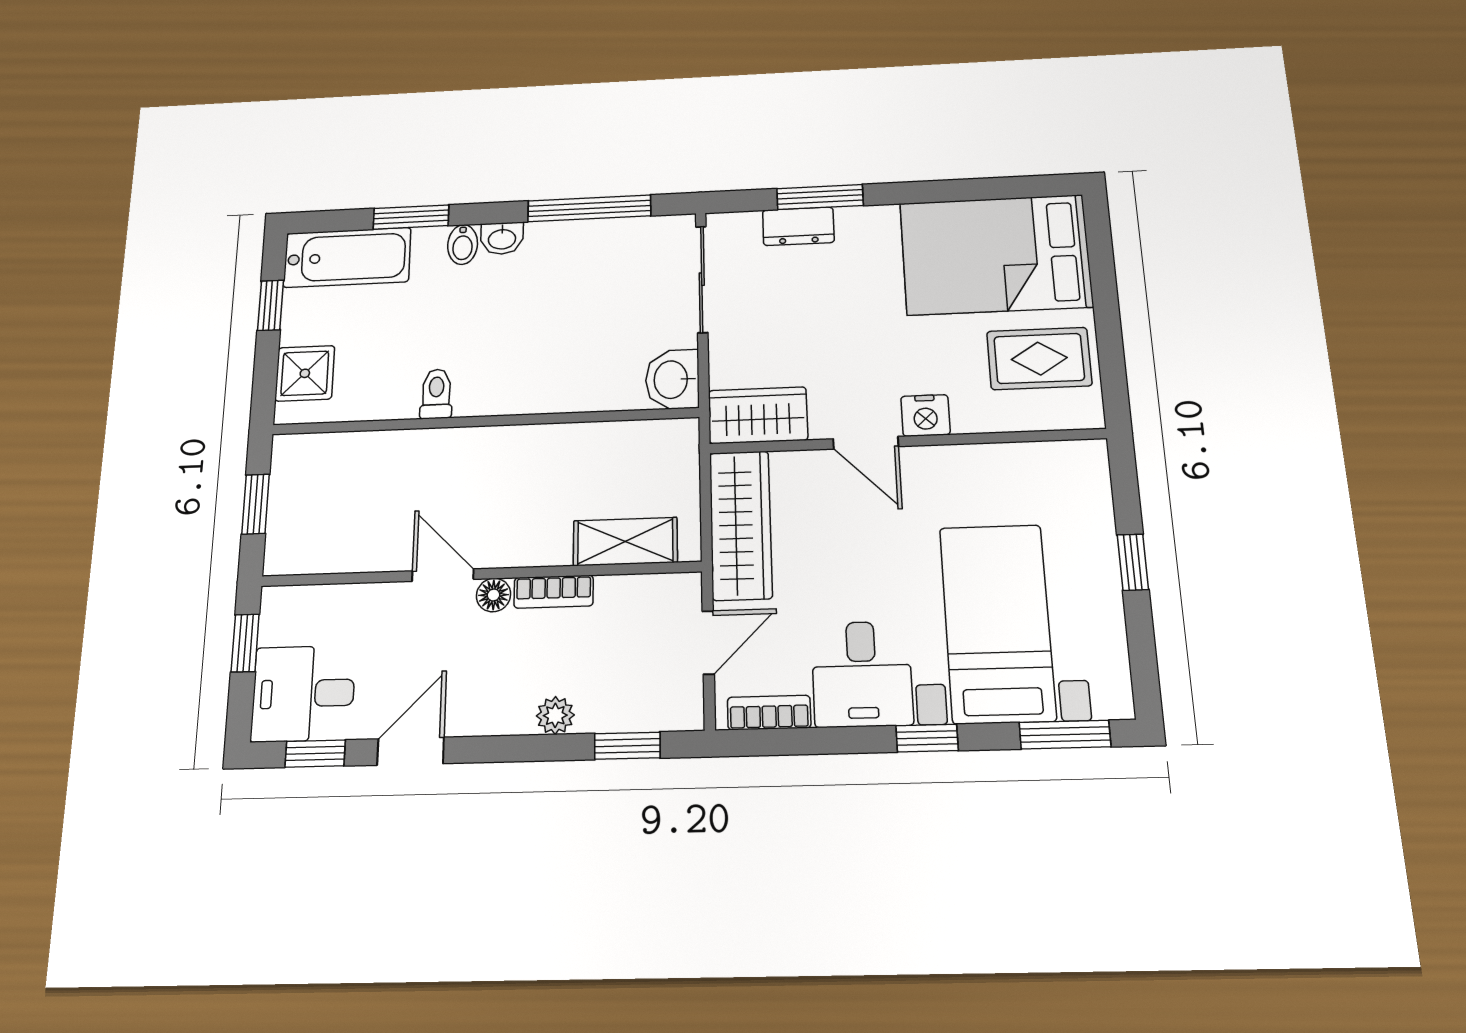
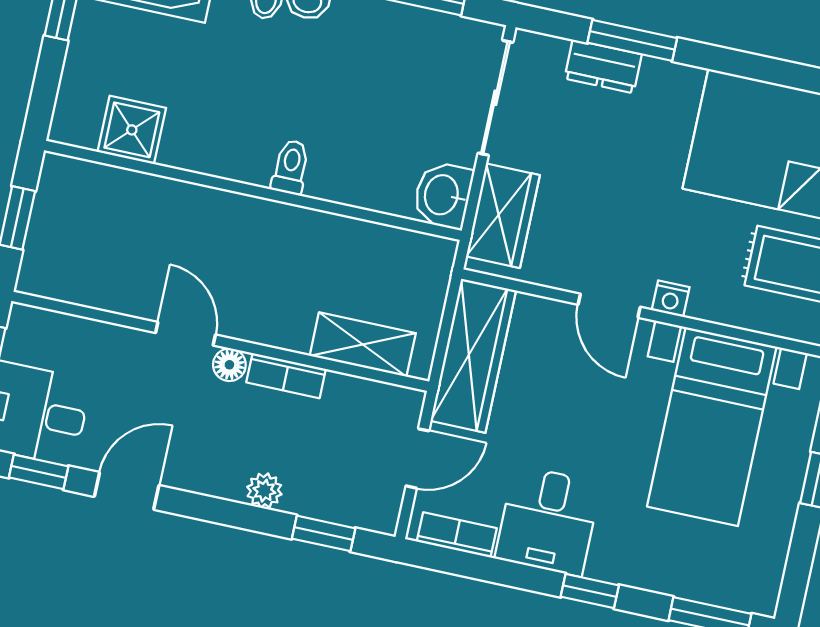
shower: (305, 373) -> (132, 130), moved
toilet: (436, 394) -> (291, 167), moved
wardrobe: (758, 415) -> (503, 216), moved, turned 90
nightstand: (925, 415) -> (671, 299), width x0.72, depth x0.74
bed with nightstands: (997, 623) -> (712, 427), moved, turned 180

